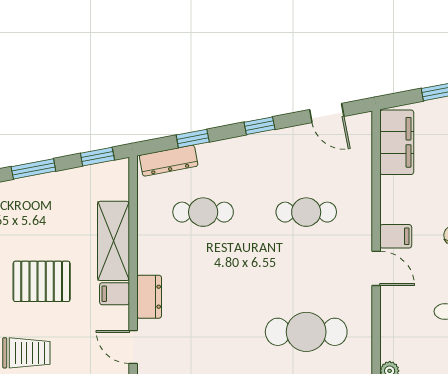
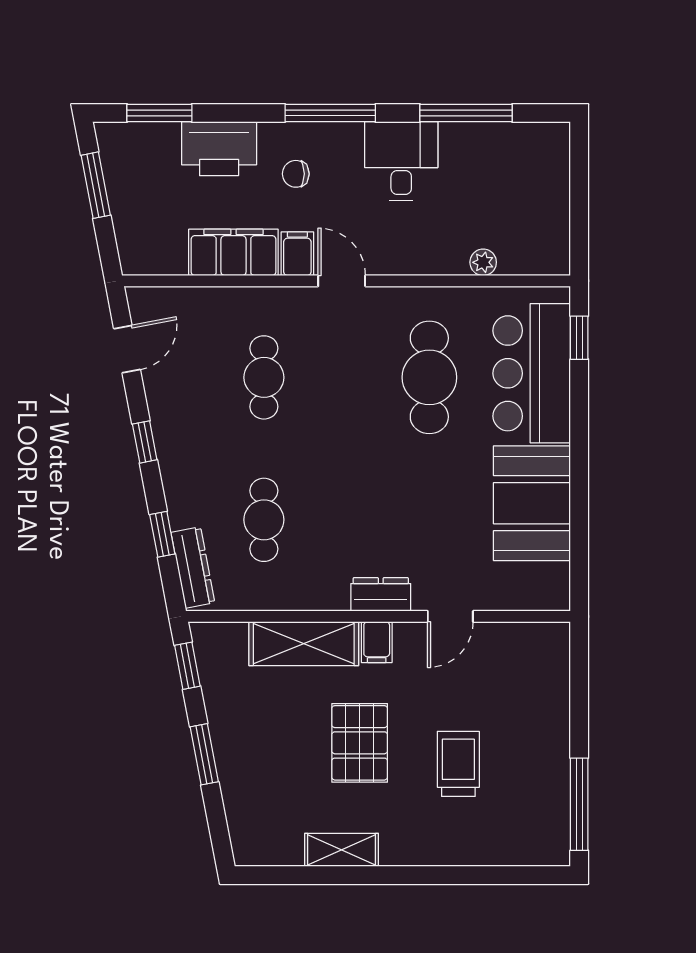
filing cabinet: (397, 142) -> (233, 252), moved
door: (376, 268) -> (342, 281), hinge flipped

